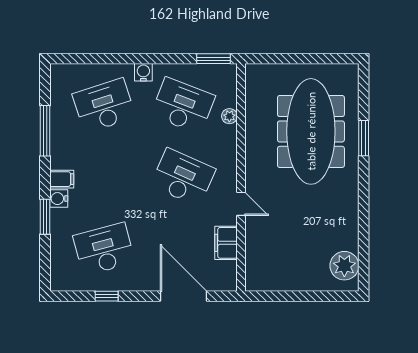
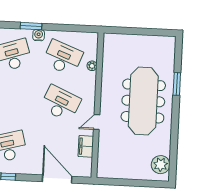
window: (214, 59) -> (31, 26), moved
meeting table: (311, 131) -> (143, 101), moved
door: (241, 204) -> (97, 122), swing flipped

